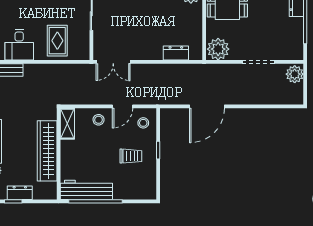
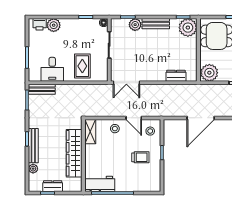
door: (123, 106) -> (134, 118), hinge flipped
workbench: (86, 190) -> (100, 184), width x0.73

